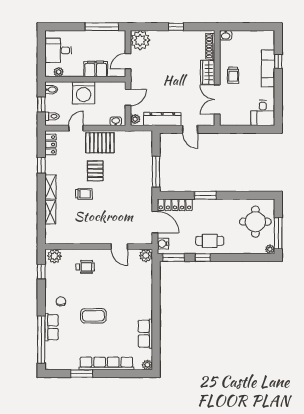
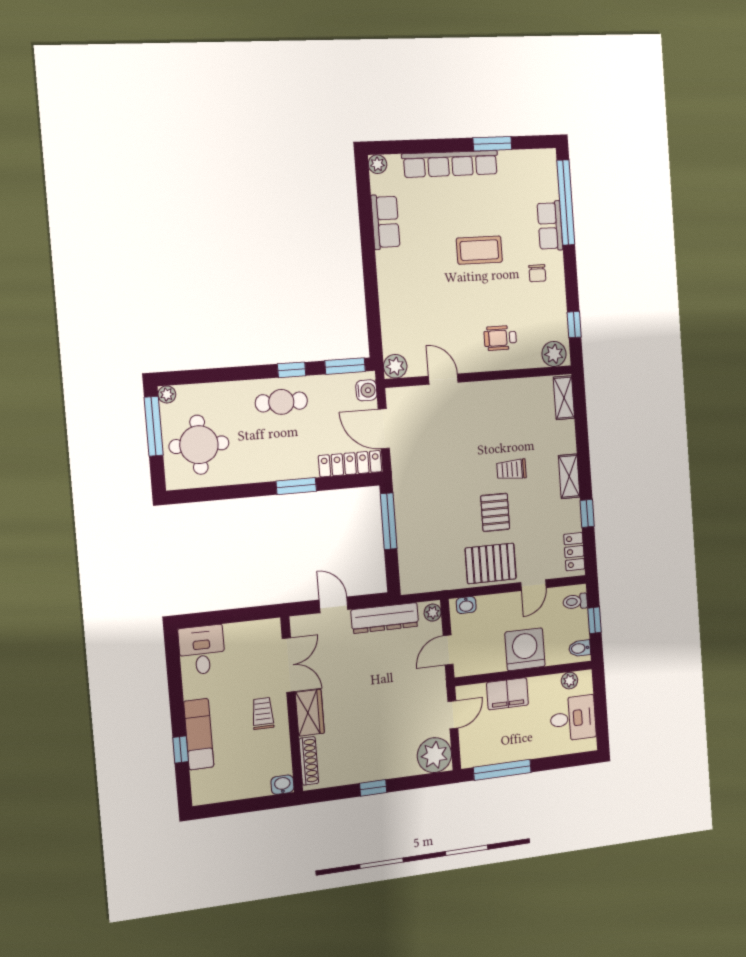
shelving: (50, 212) -> (564, 398), moved

